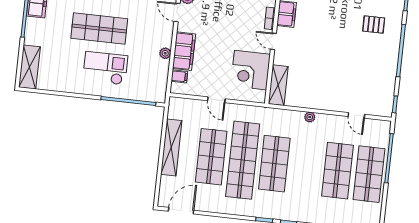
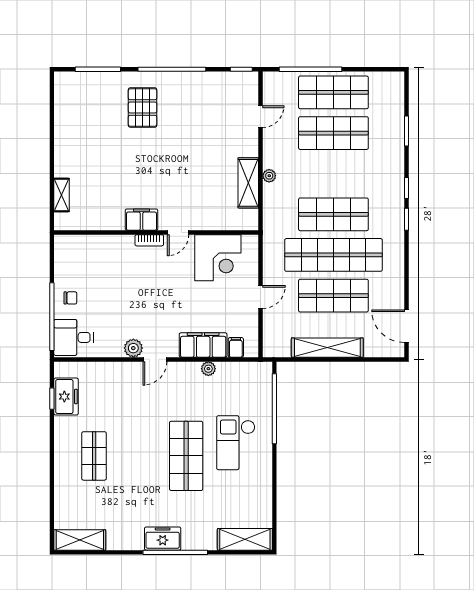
pallet: (374, 25) -> (143, 108), width x1.50, depth x1.42
shelving: (278, 85) -> (248, 183), moved, turned 90

